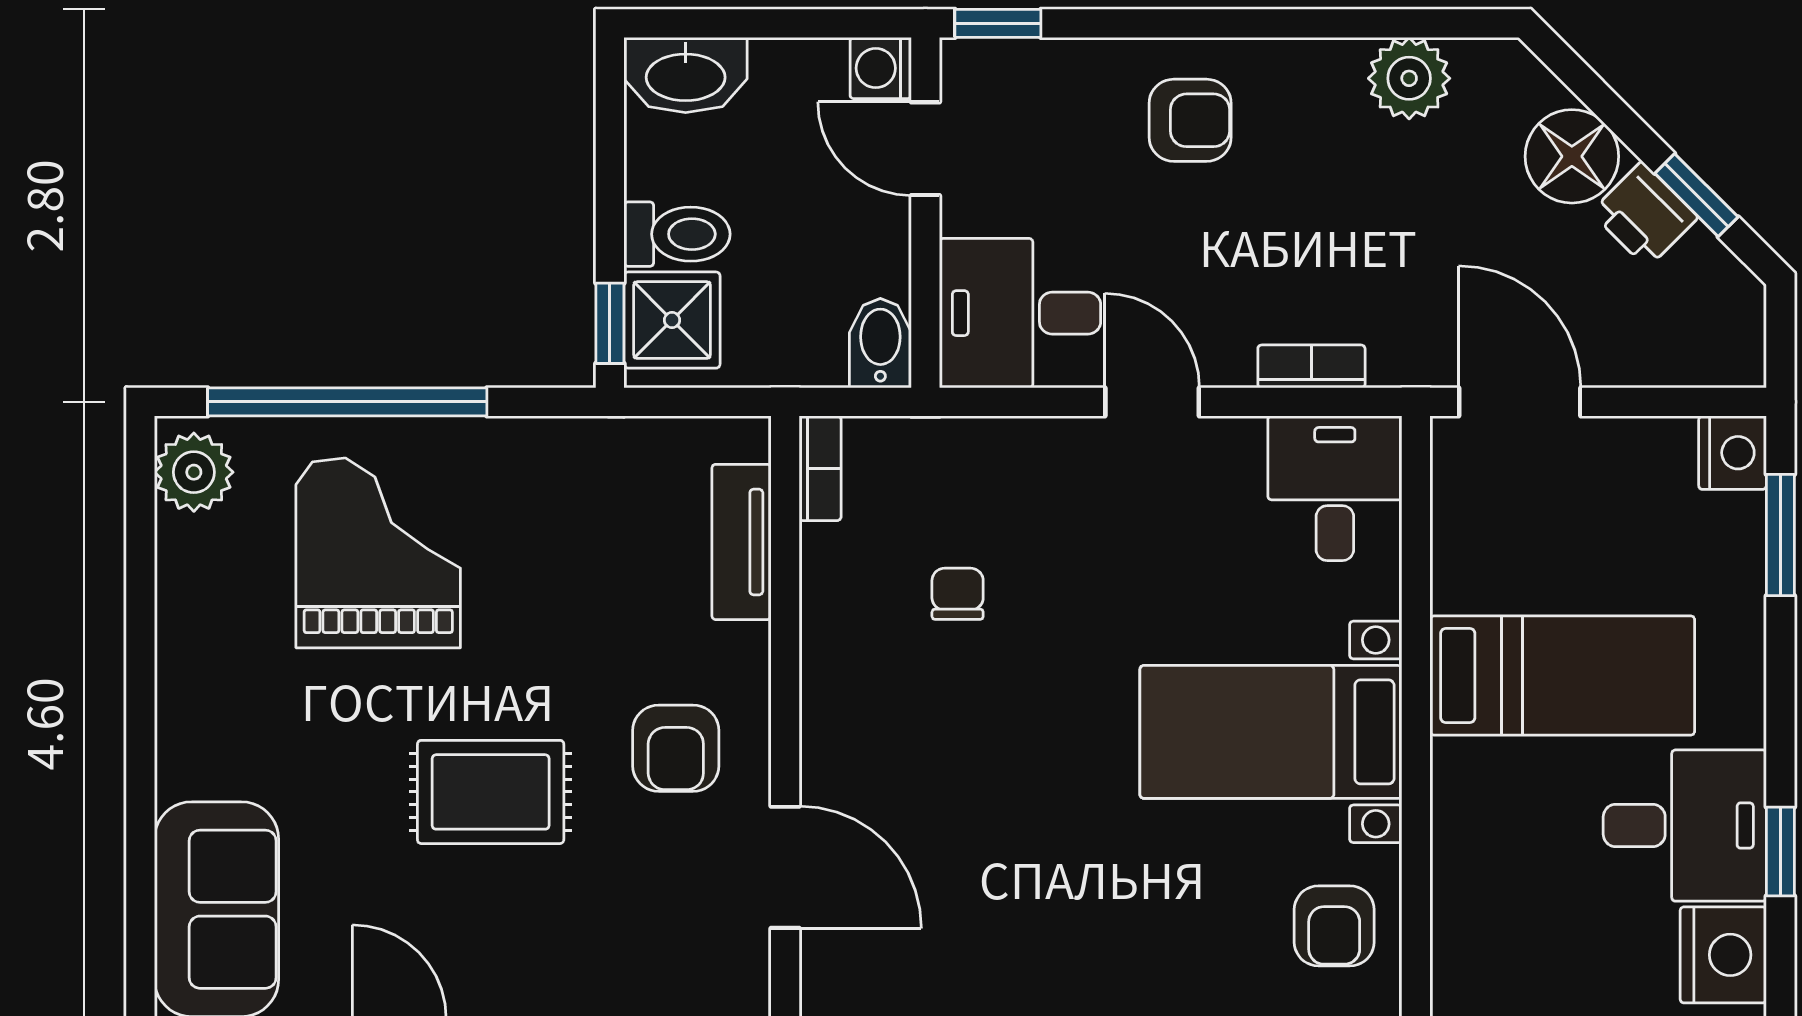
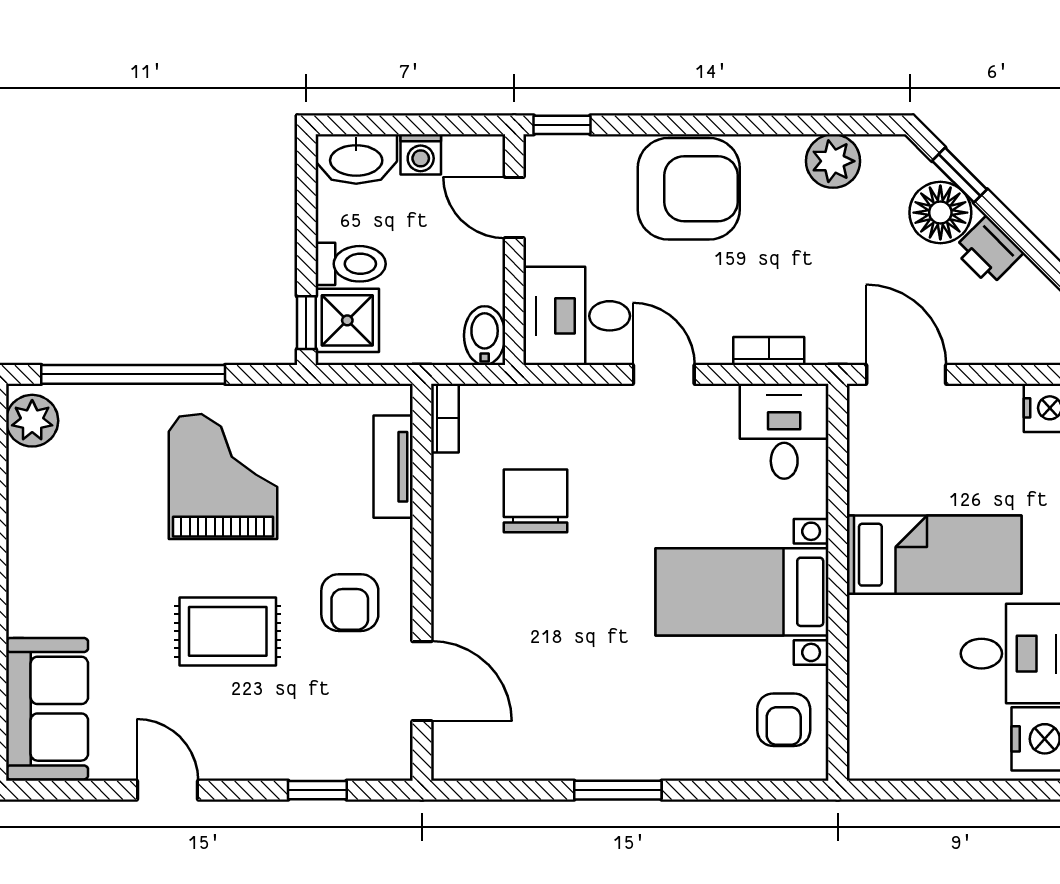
washing machine: (881, 68) -> (421, 154), moved, turned -90
armchair: (1190, 120) -> (689, 189), width x1.88, depth x1.88
window: (1696, 195) -> (960, 175), moved
grand piano: (378, 553) -> (223, 477), moved
chair: (958, 594) -> (535, 501), width x1.87, depth x1.87

